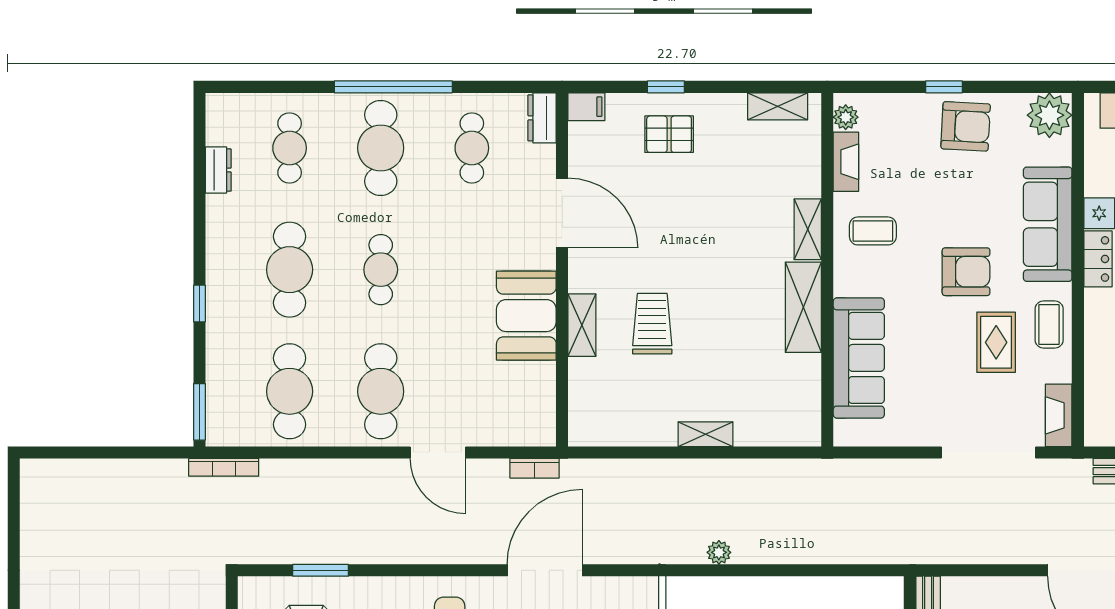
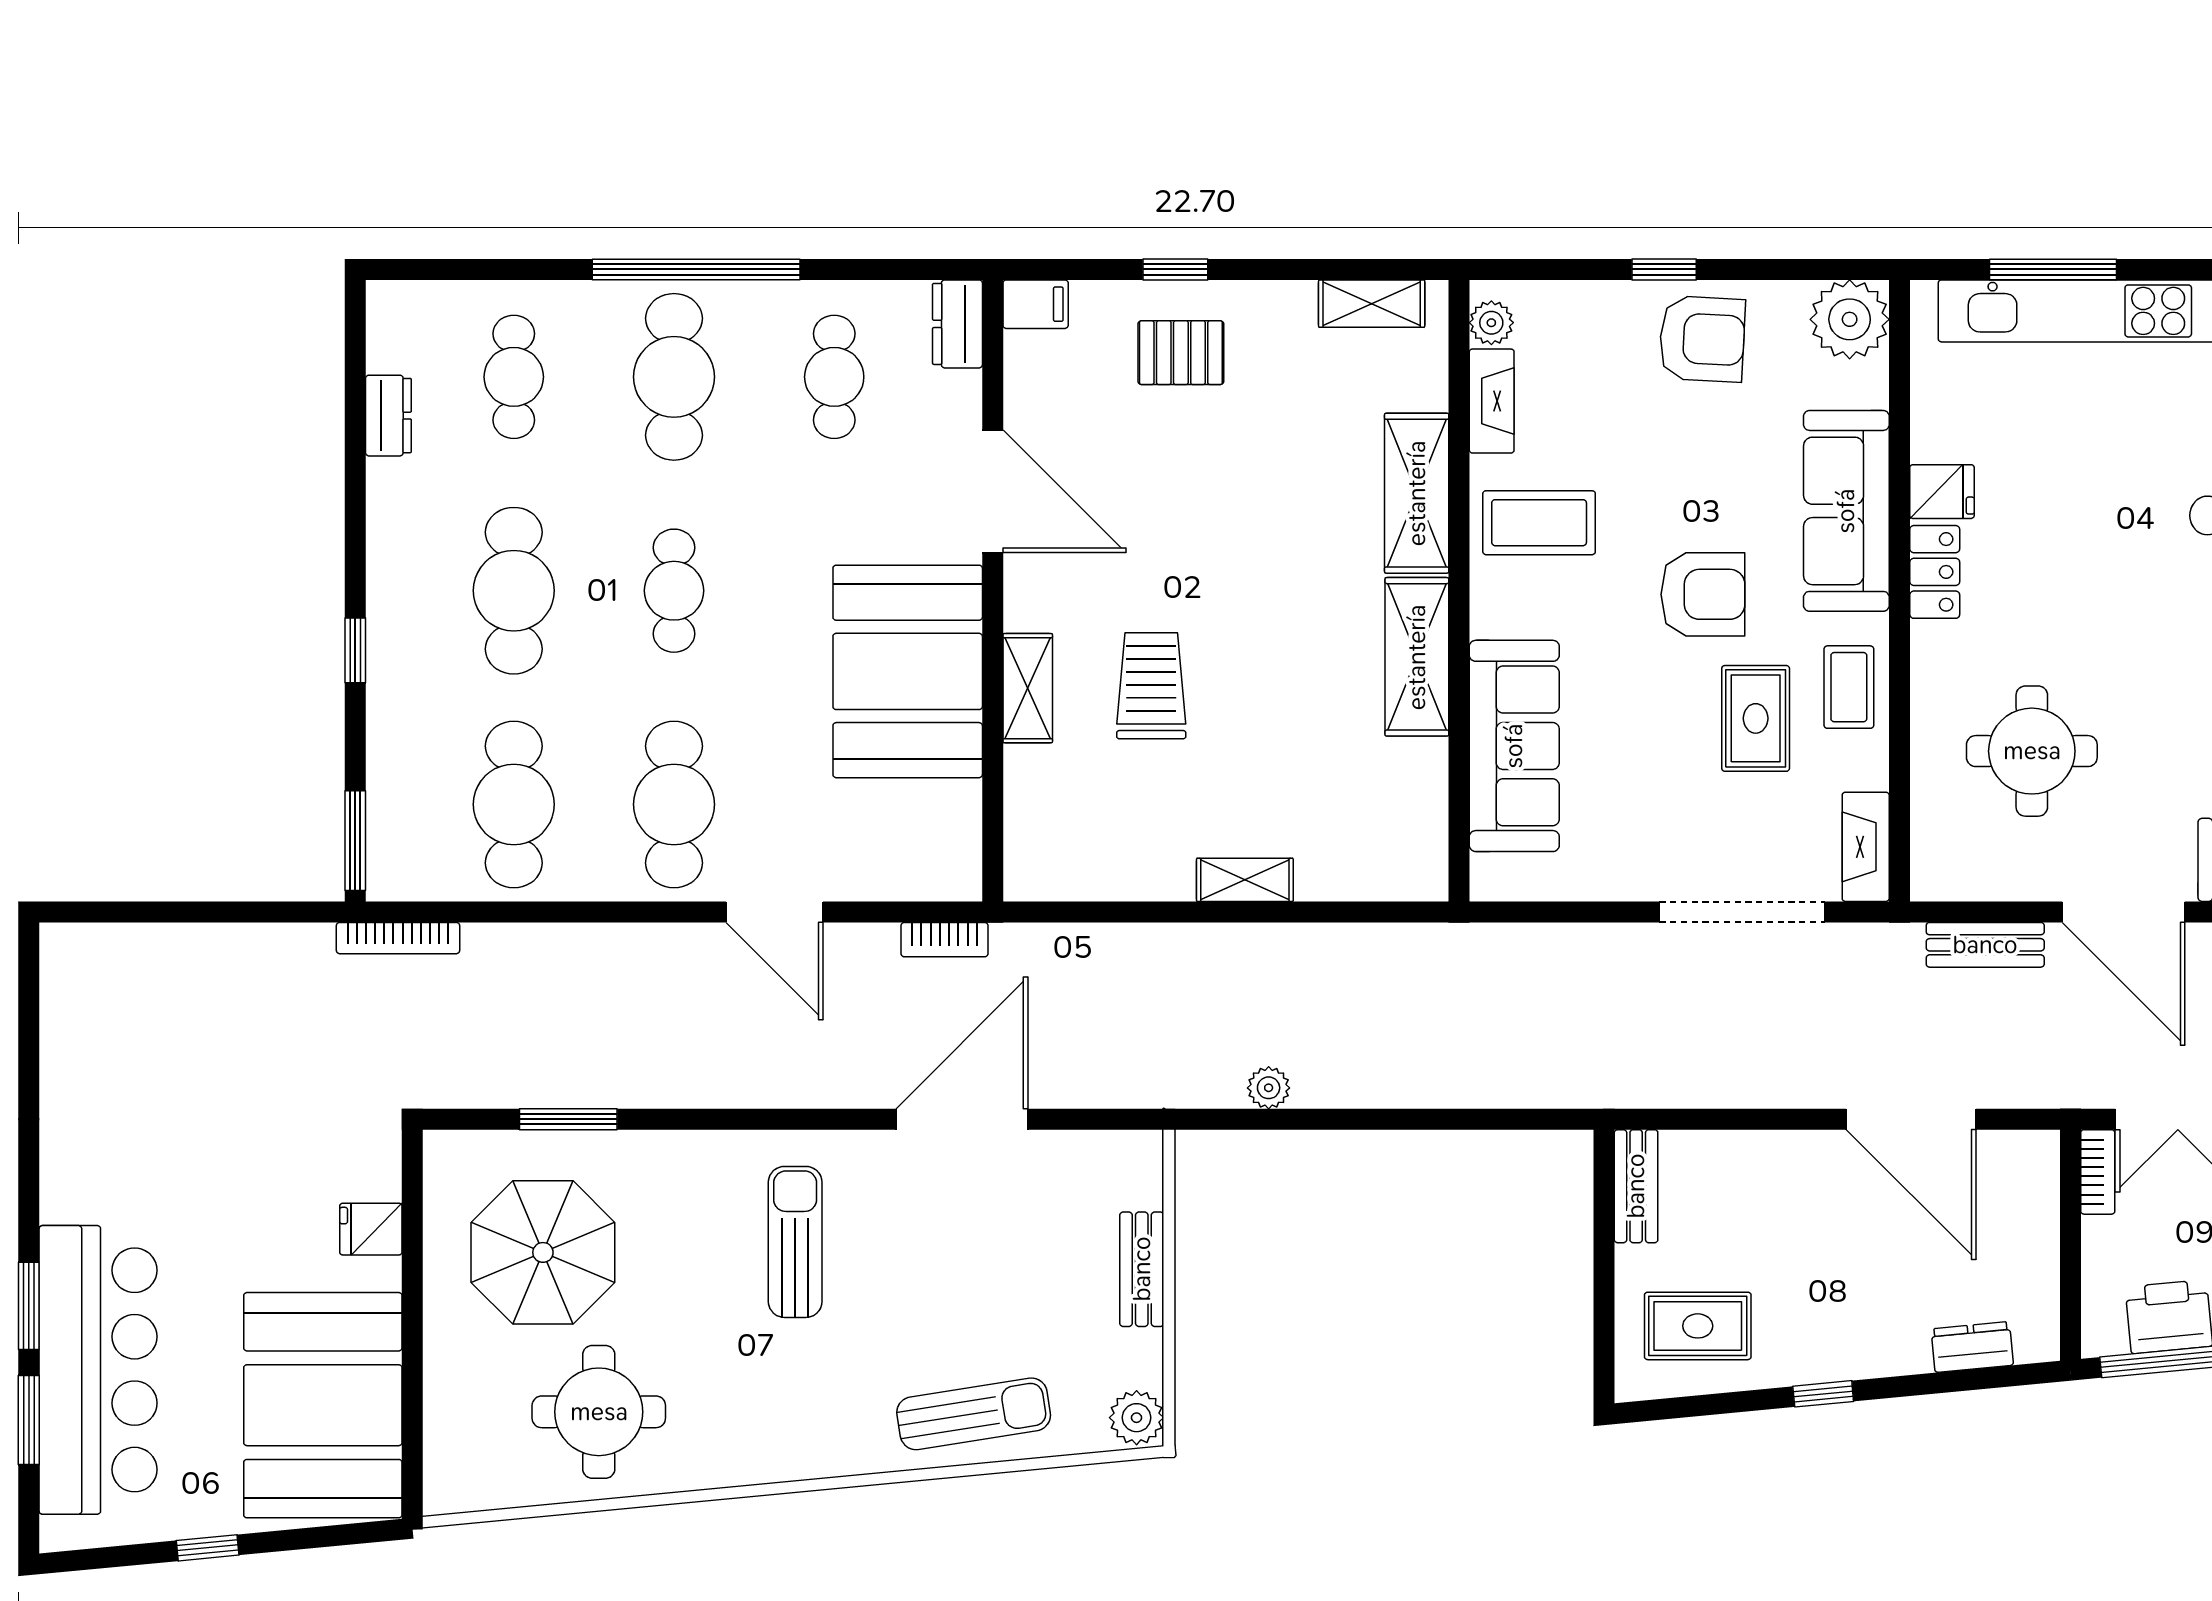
shelving: (808, 229) -> (1417, 493), width x1.50, depth x1.33
coffee table: (873, 231) -> (1539, 523), width x1.36, depth x1.30
booth: (526, 316) -> (908, 671), width x1.36, depth x1.42

